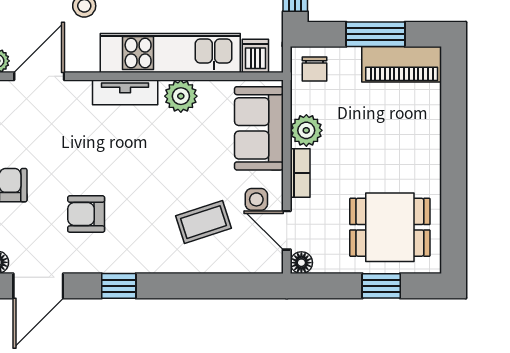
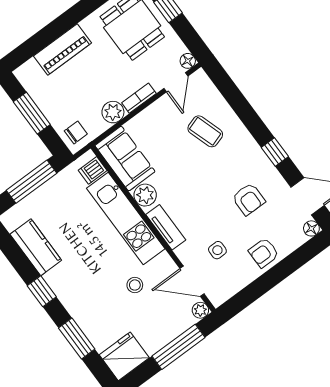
piano: (402, 64) -> (62, 49), moved, turned 90
sofa: (259, 128) -> (125, 159), moved, turned -90
side table: (256, 199) -> (217, 250), moved

